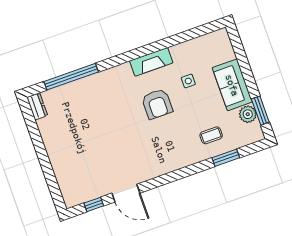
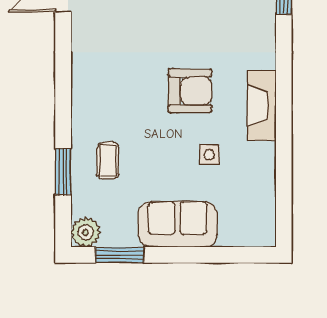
armchair: (157, 104) -> (190, 91), turned 180
plant: (248, 114) -> (86, 232), moved

